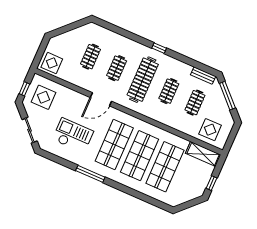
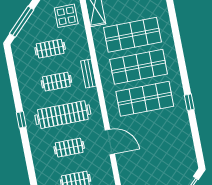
bench: (203, 75) -> (89, 74), moved
checkout: (73, 135) -> (164, 145), removed
window: (90, 174) -> (189, 102), width x0.46

